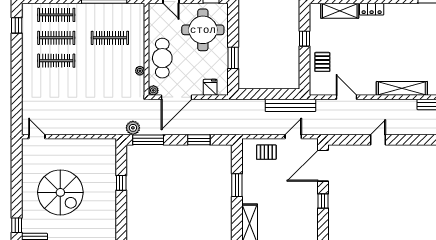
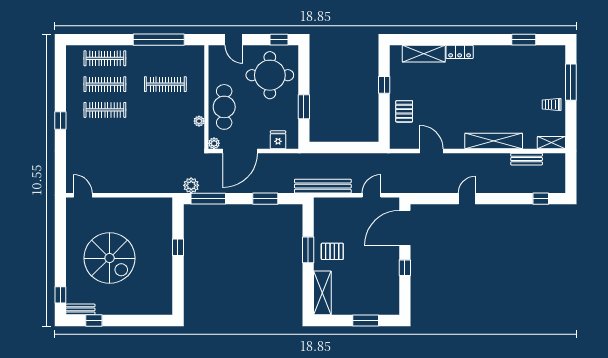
window: (17, 25) -> (60, 120), moved
bench: (290, 105) -> (323, 186), moved
pallet: (266, 152) -> (332, 251), moved

